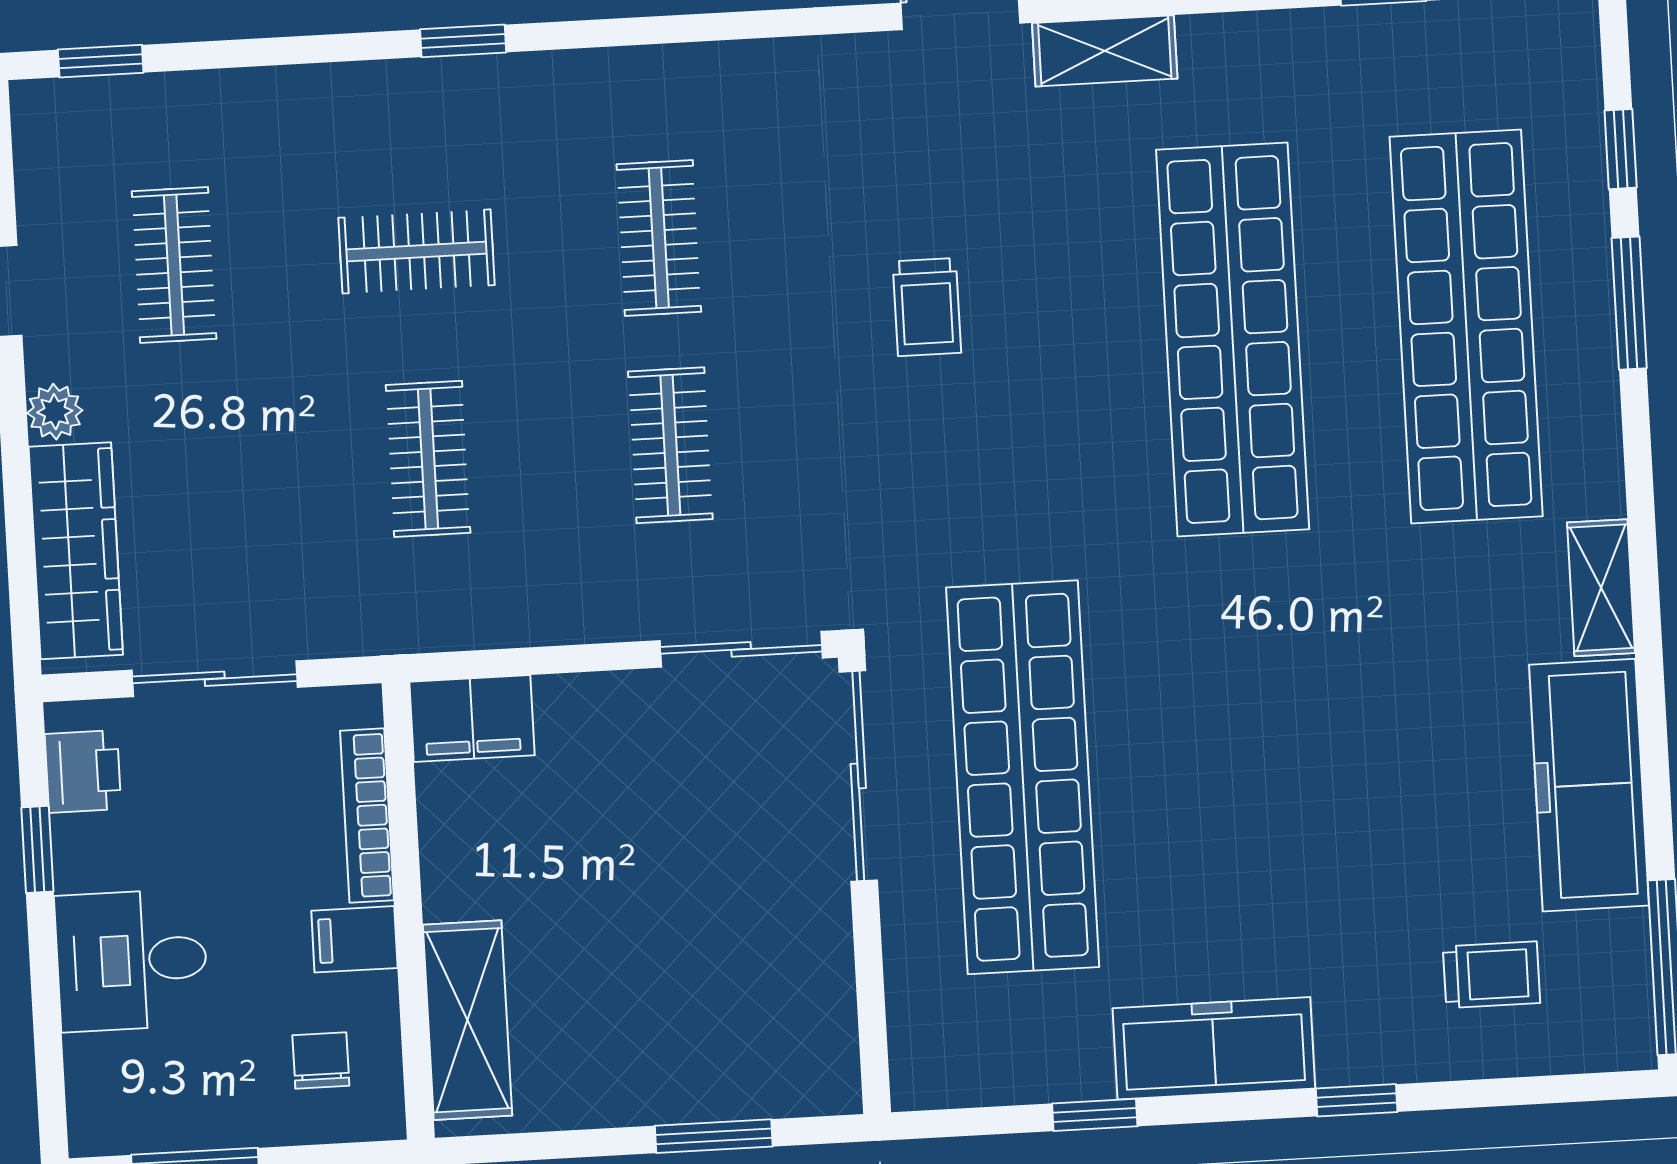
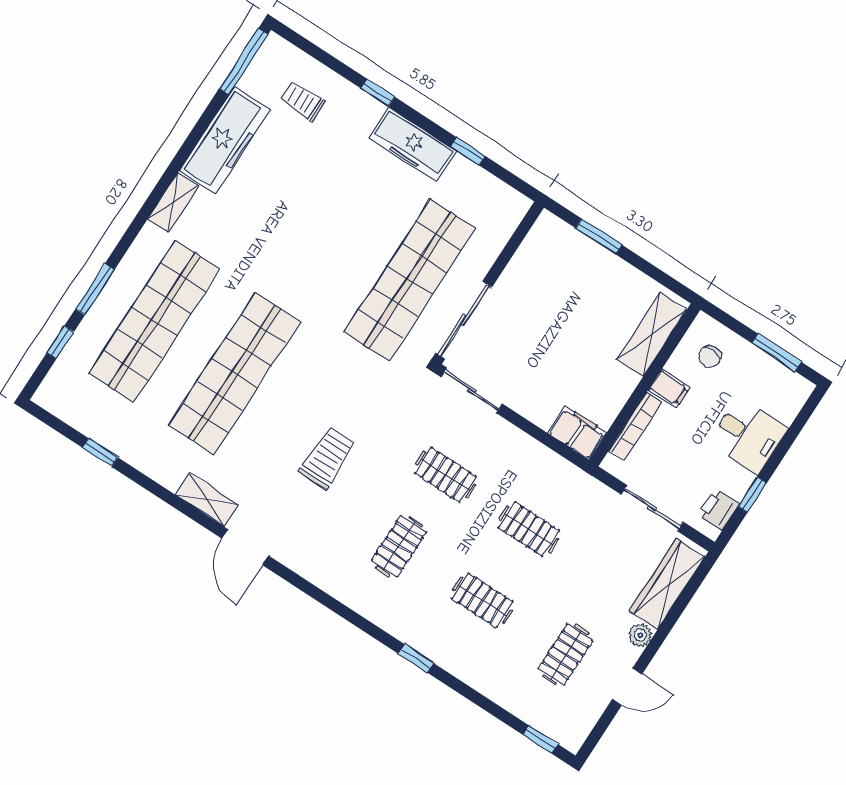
trolley: (927, 307) -> (327, 458), width x1.36, depth x1.39
clothes rail: (670, 445) -> (446, 475), turned 90
clothes rail: (428, 459) -> (529, 529), turned 90

